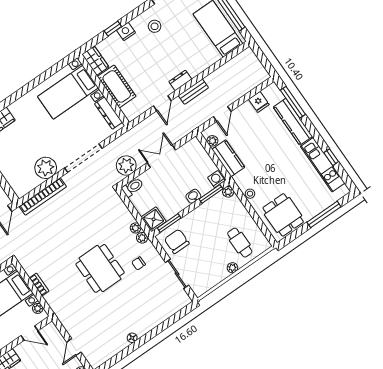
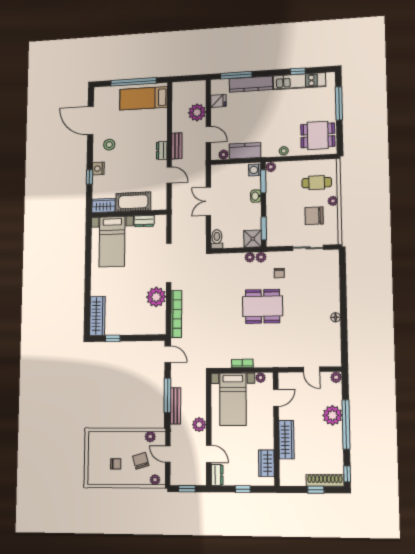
dresser: (109, 113) -> (144, 221), width x0.70
plant: (126, 166) -> (197, 112), moved
chair: (177, 241) -> (314, 216), moved

